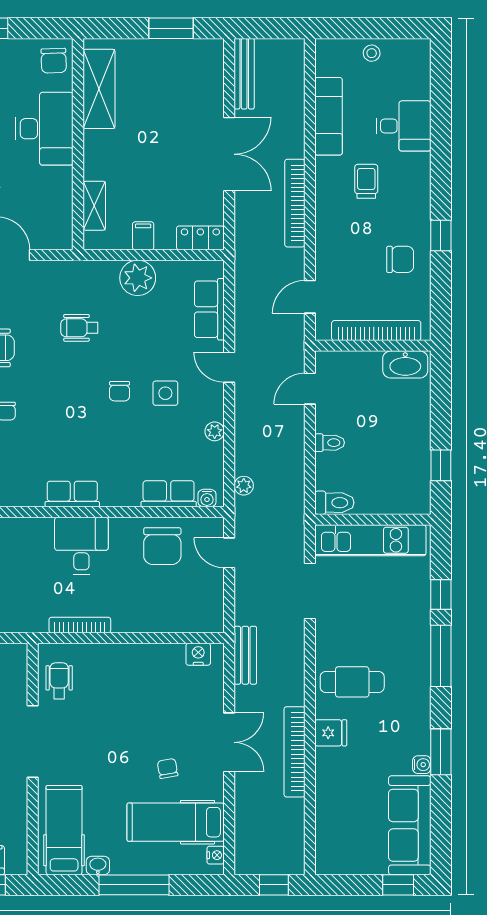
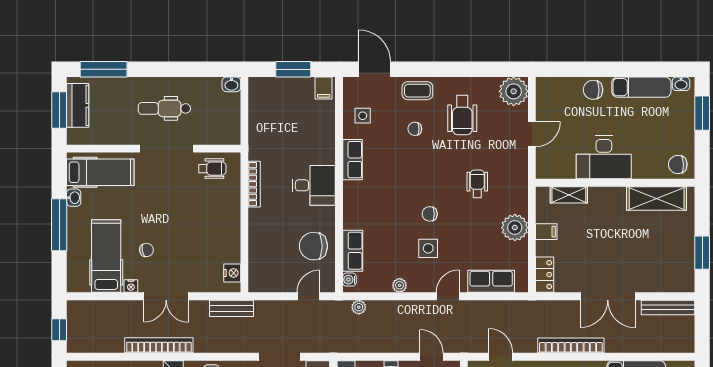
desk: (44, 129) -> (604, 157), moved
row of seats: (72, 494) -> (353, 160), moved
nightstand: (216, 855) -> (131, 286), moved

